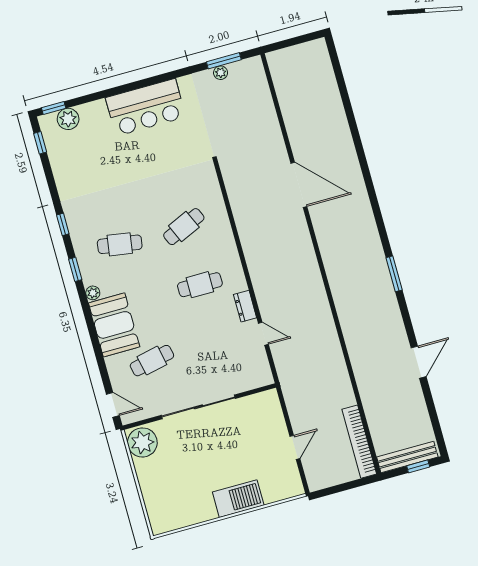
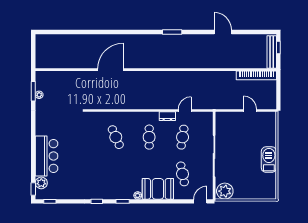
bar counter: (146, 107) -> (47, 156), moved
cafe table: (120, 244) -> (183, 137), moved
barbecue: (238, 499) -> (269, 160), moved

